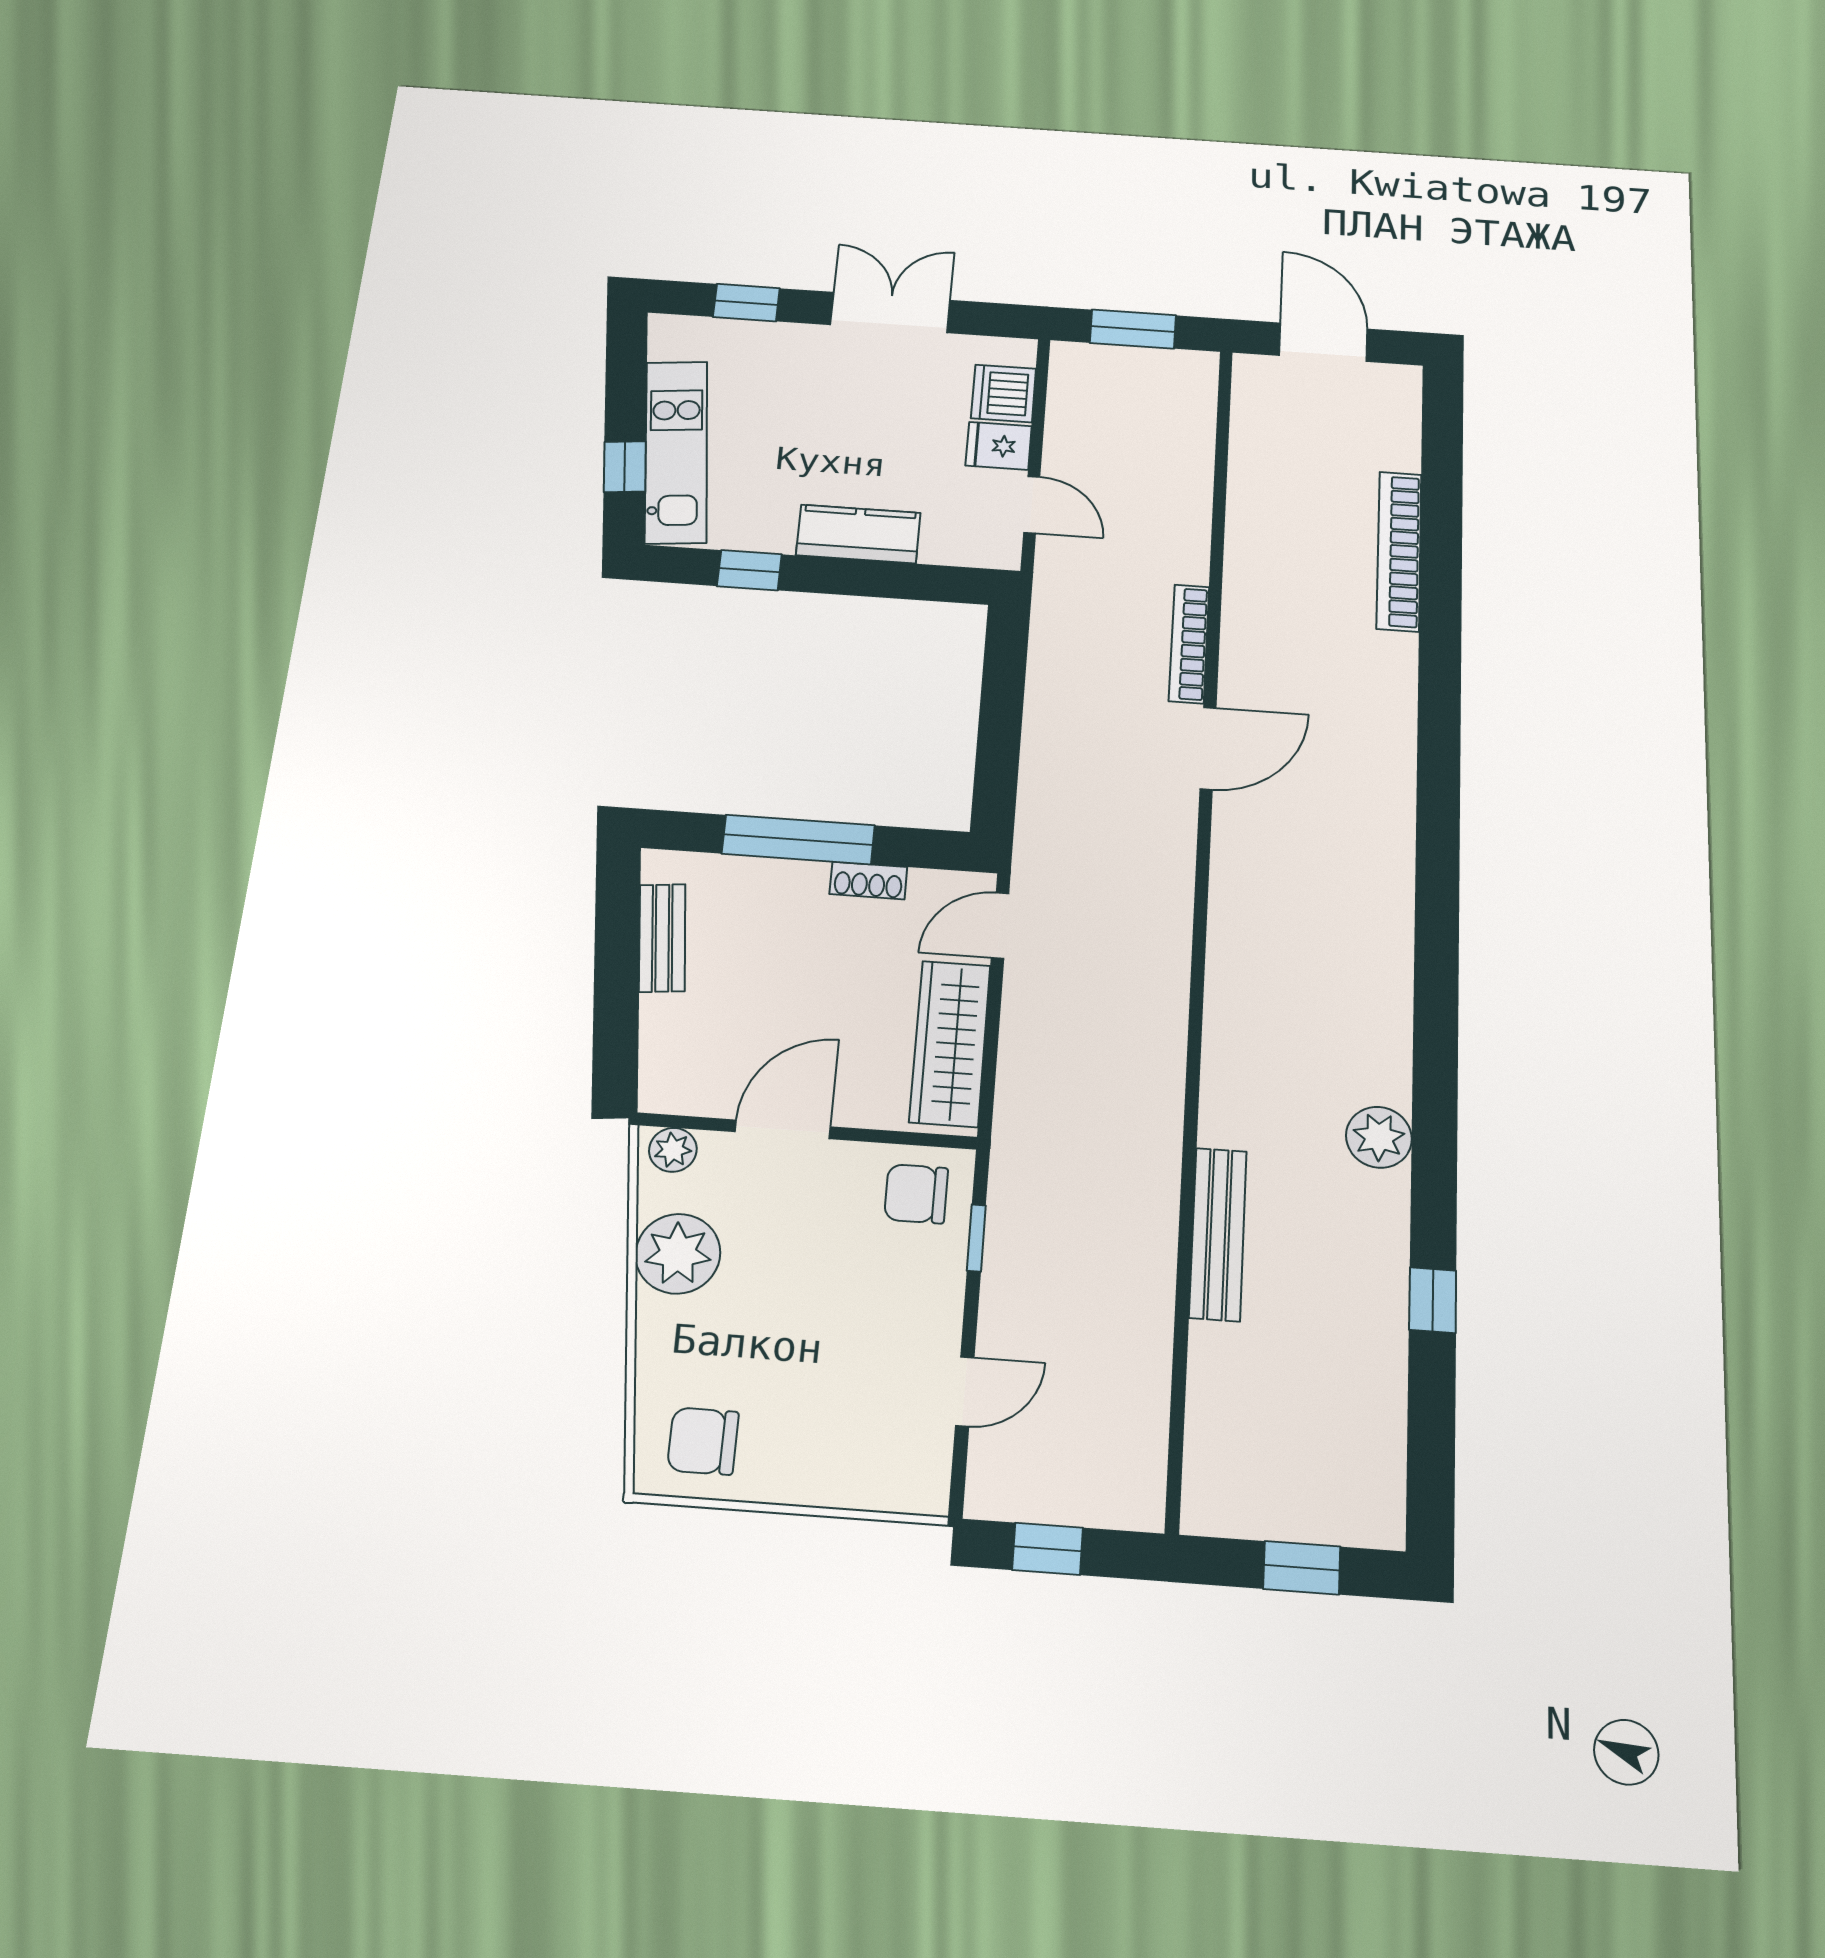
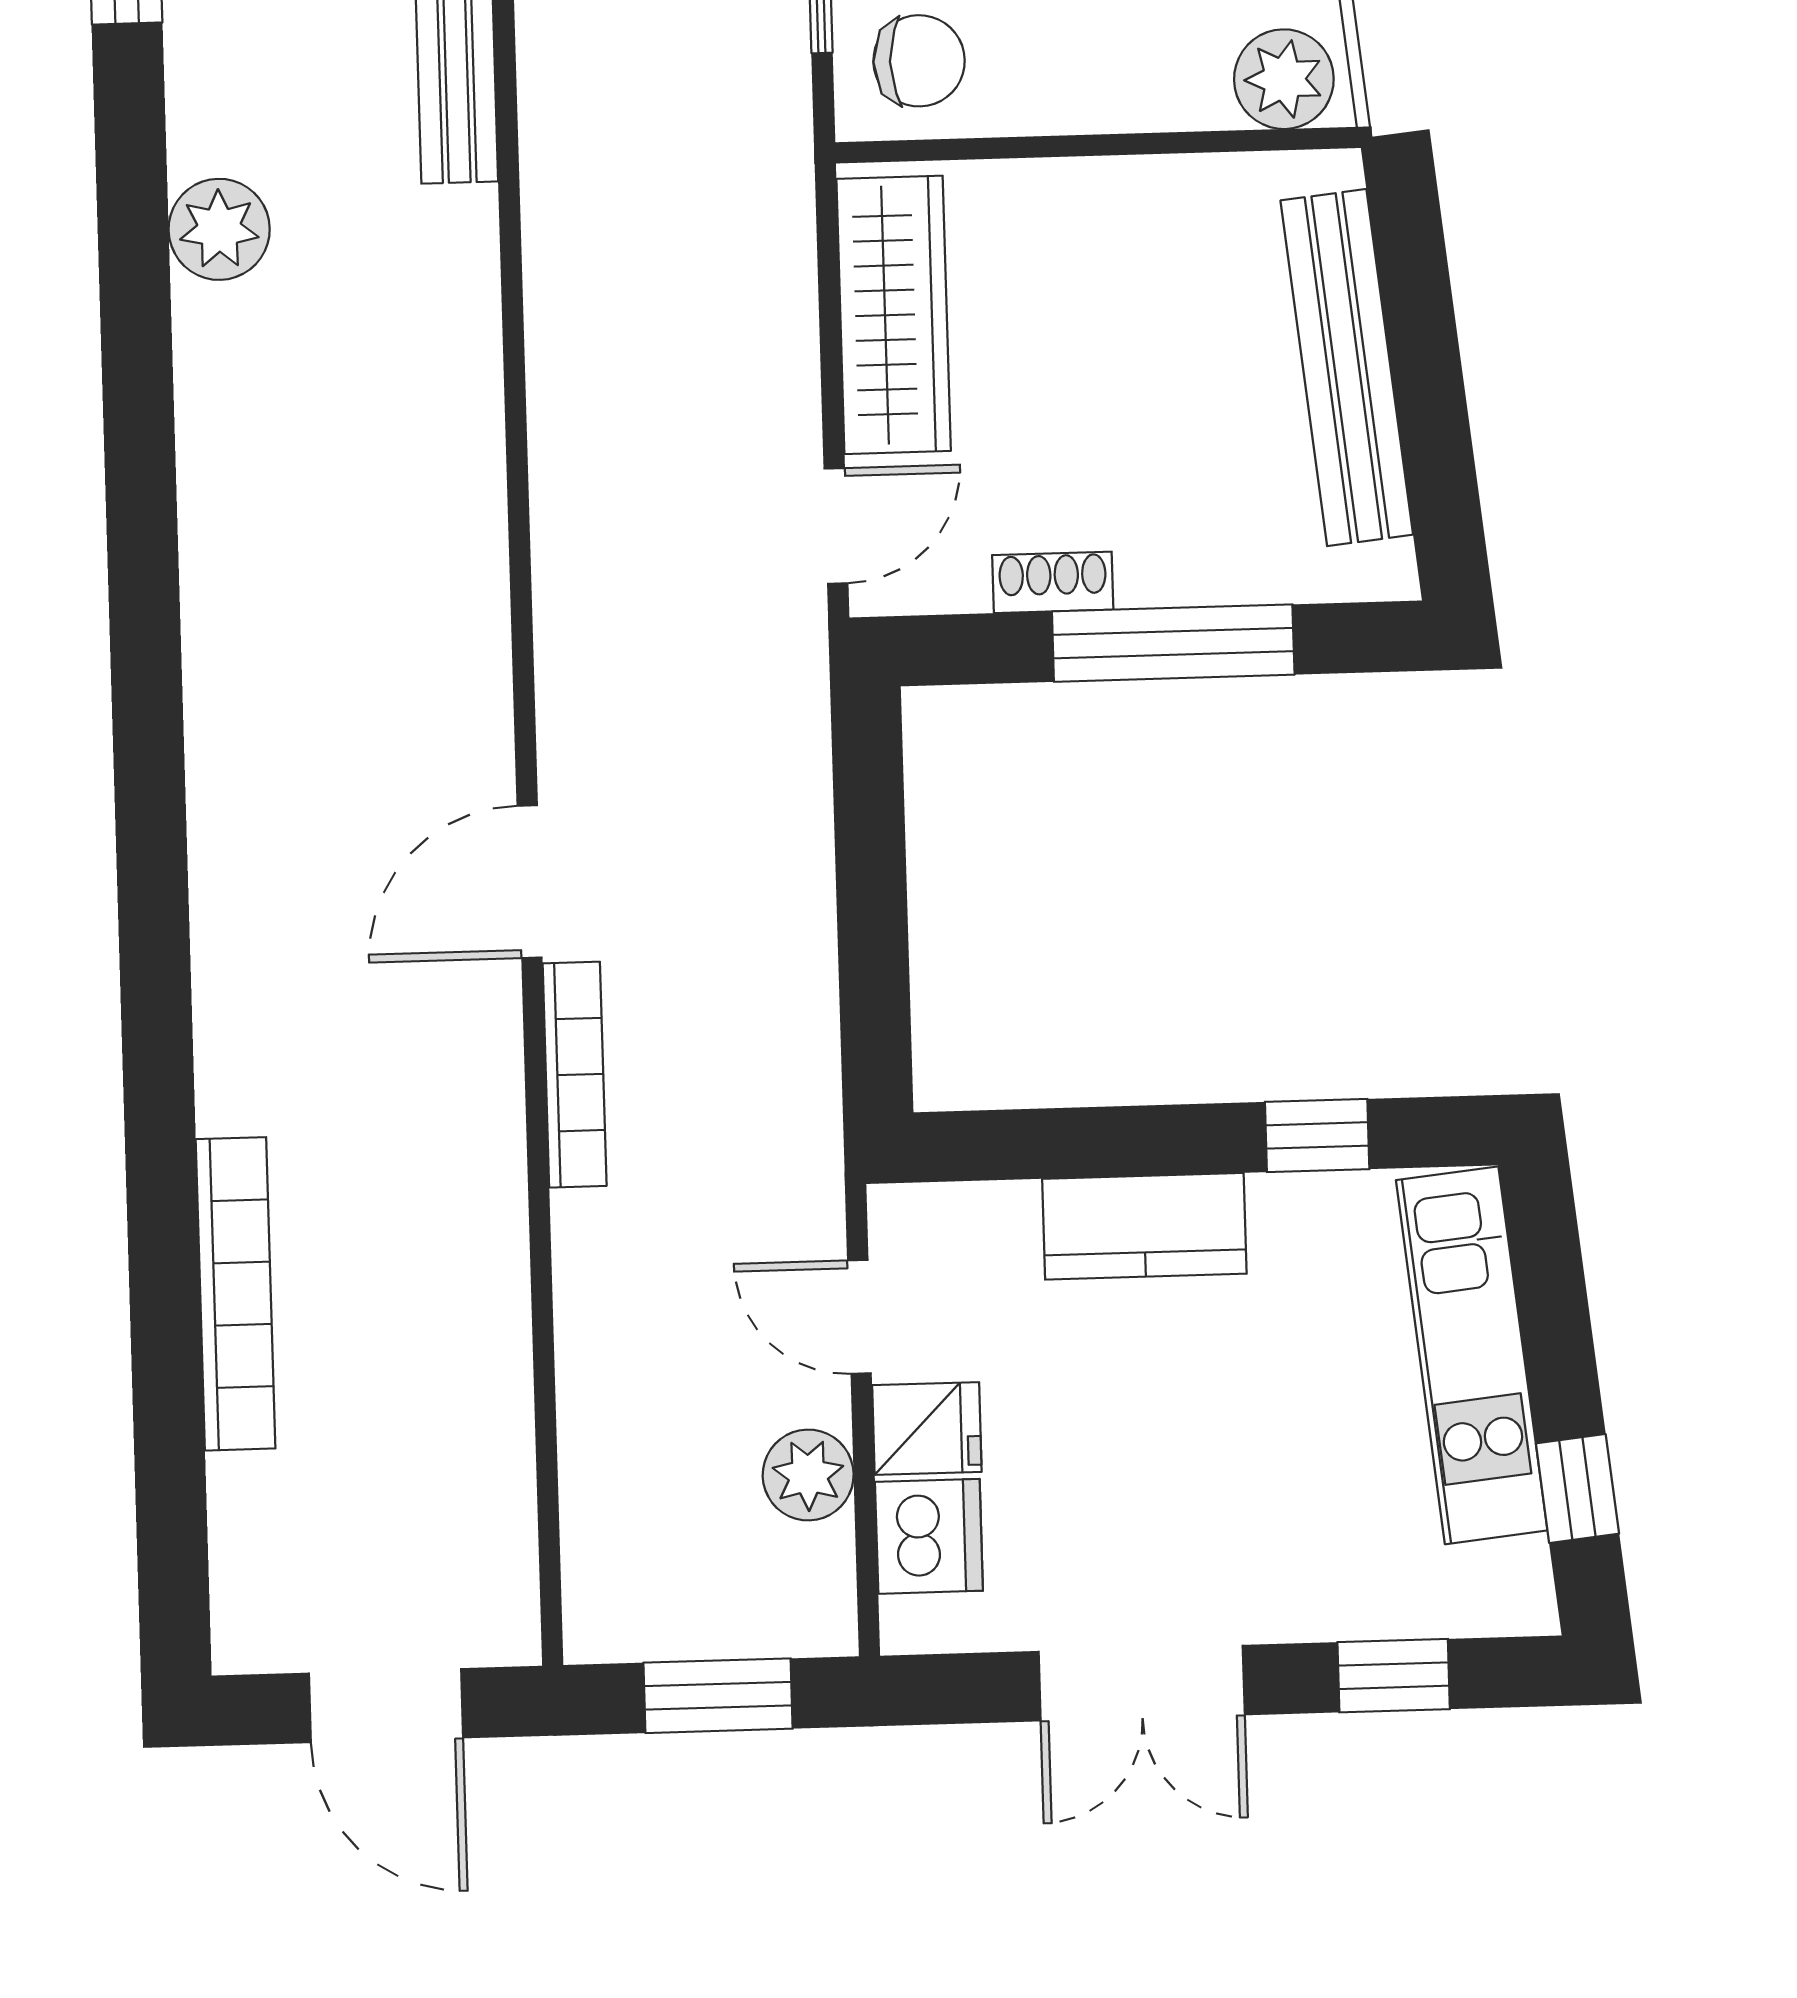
plant: (1070, 430) -> (808, 1475), added
window: (625, 467) -> (1577, 1488), moved
bench: (662, 938) -> (1347, 368), width x1.86, depth x1.21
door: (783, 1129) -> (1135, 144), removed
plant: (673, 1150) -> (1284, 79), width x1.38, depth x1.38

